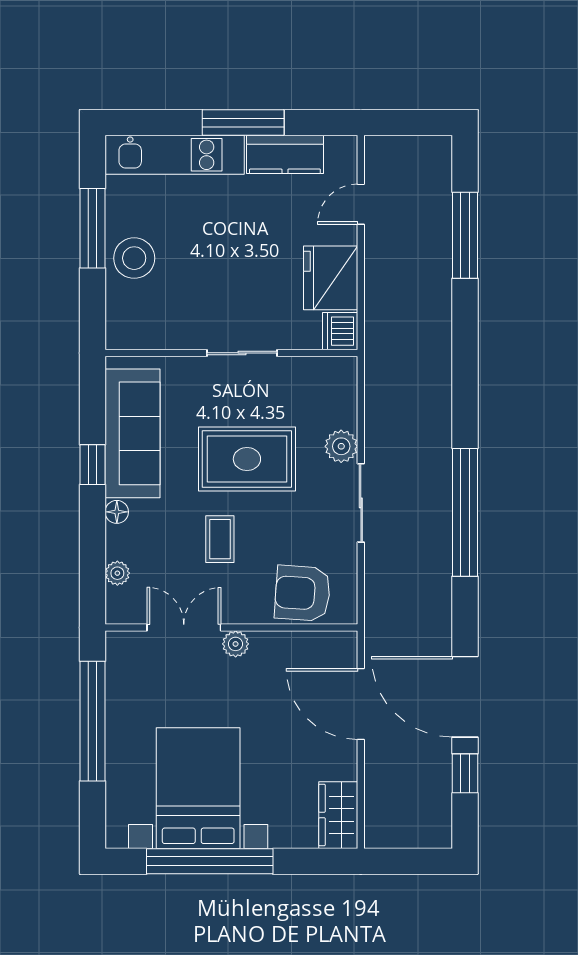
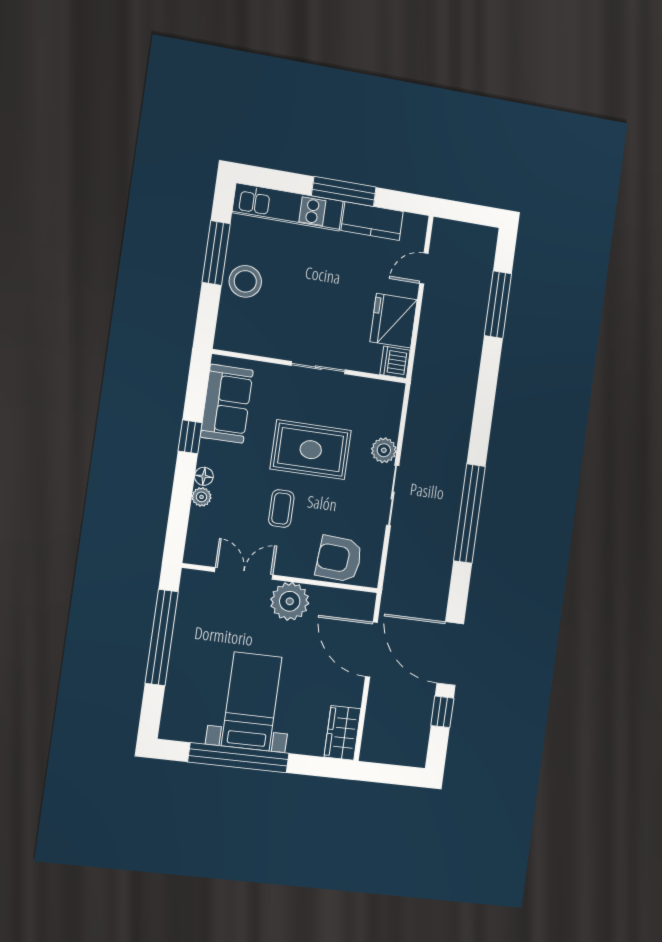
sofa: (133, 433) -> (227, 404), width x0.73
plant: (117, 573) -> (201, 497), moved
plant: (236, 644) -> (290, 601), width x1.88, depth x1.88
bed with nightstands: (198, 788) -> (252, 701), width x0.73

